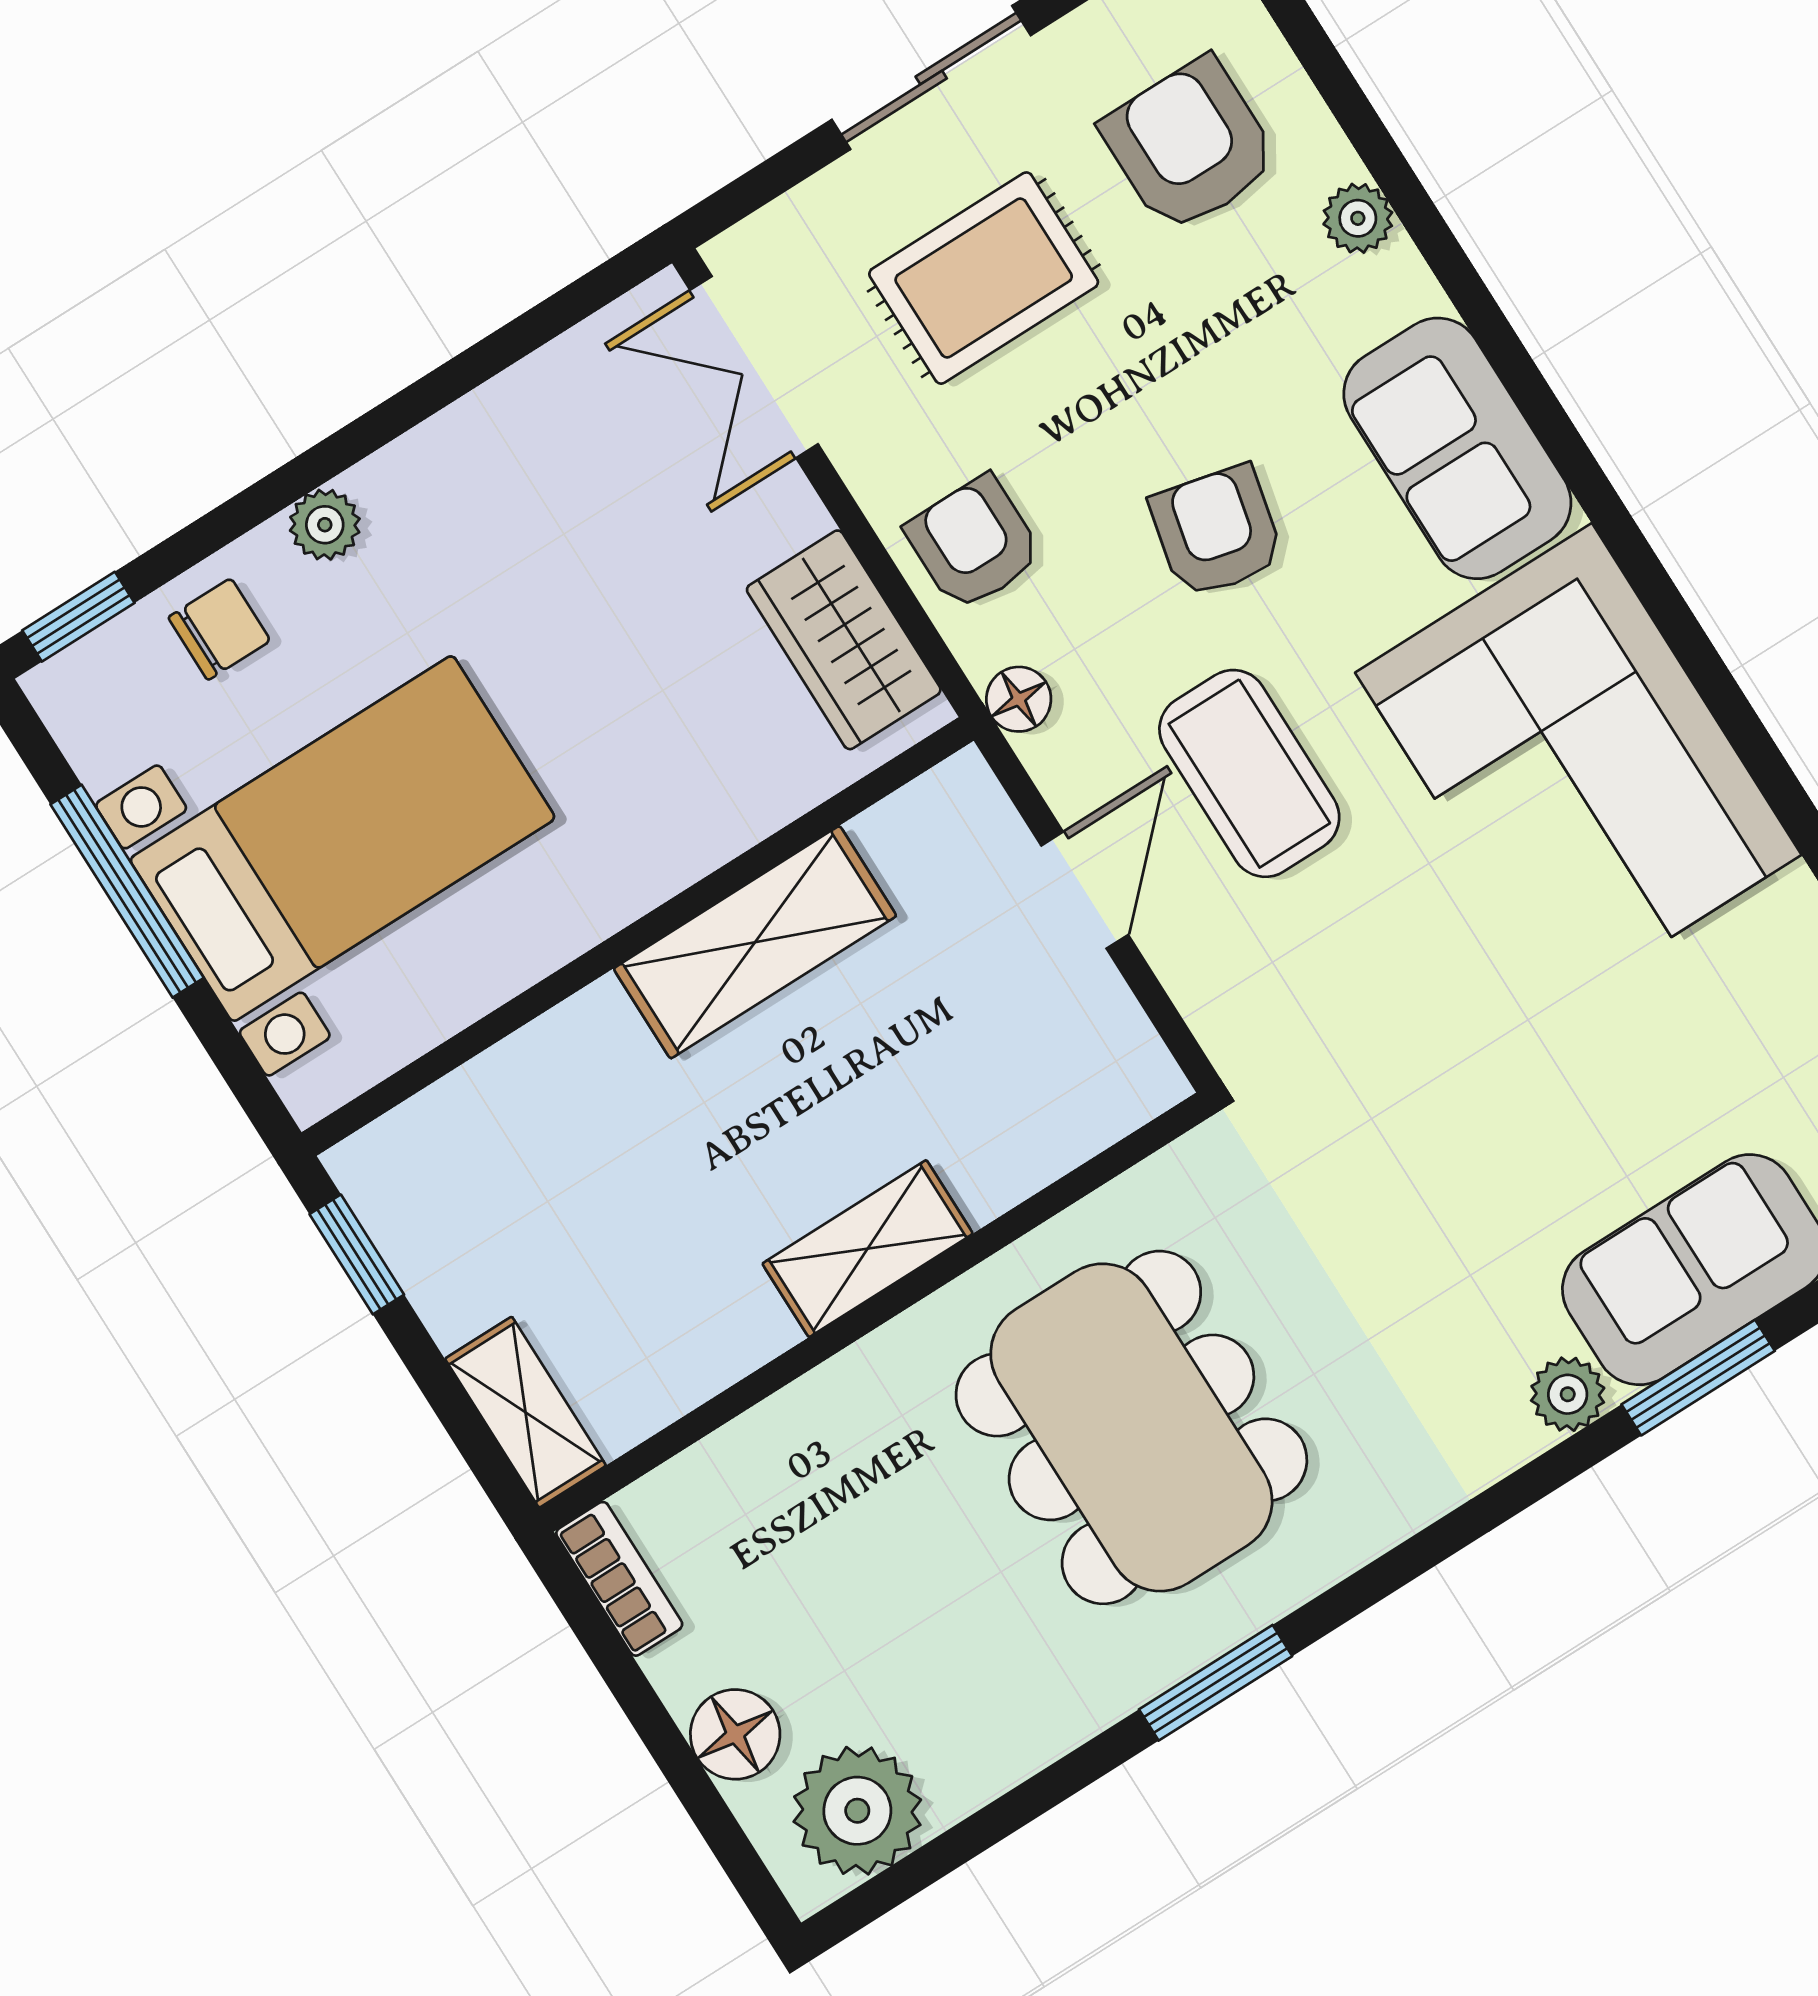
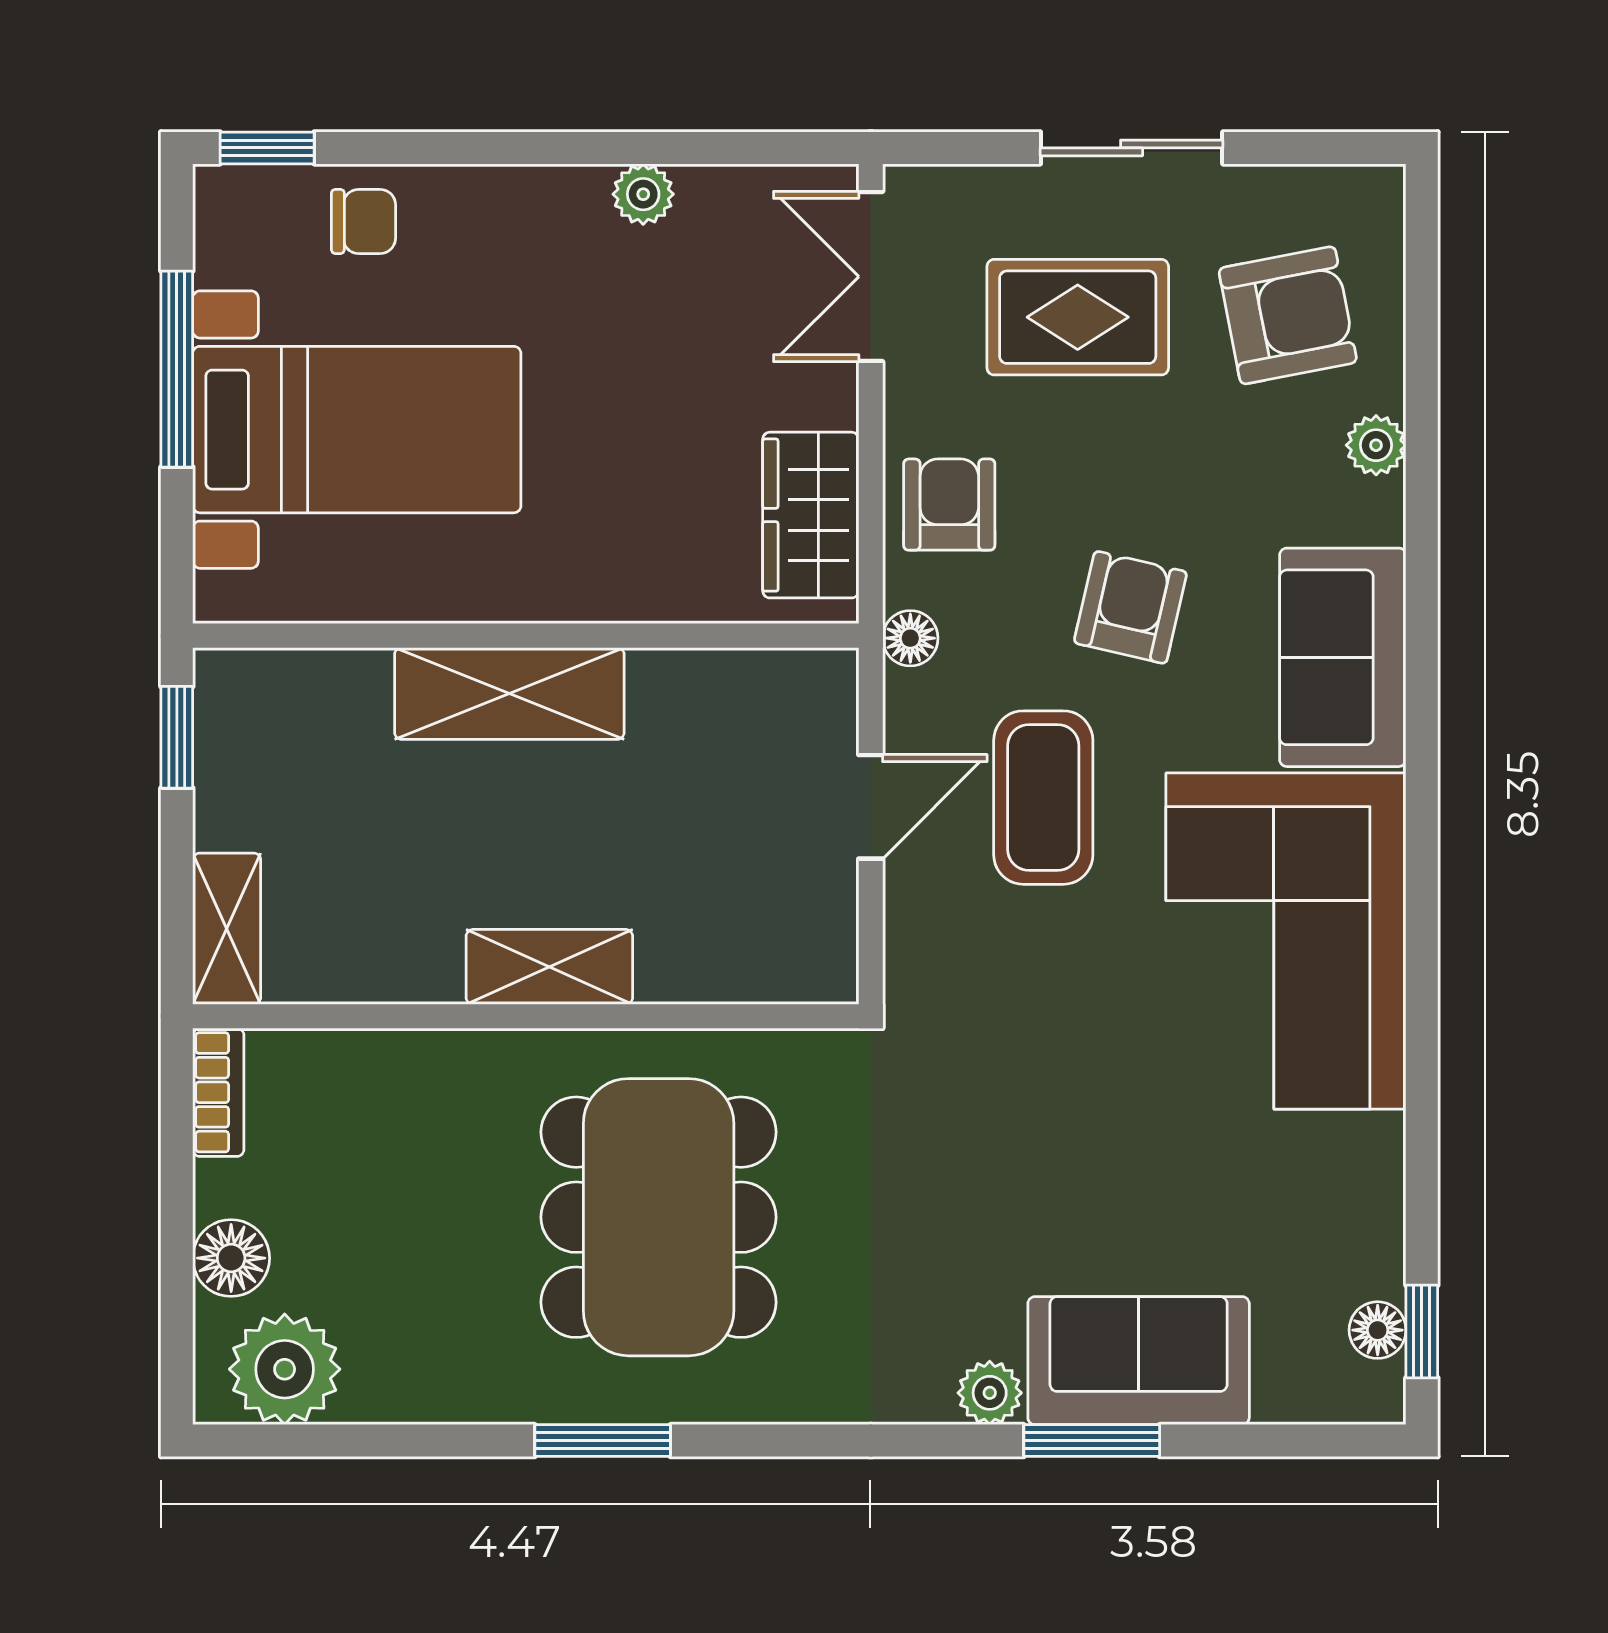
armchair: (1190, 145) -> (1288, 315), turned 79
plant: (325, 525) -> (643, 194), moved
shelving: (755, 942) -> (509, 693), moved

